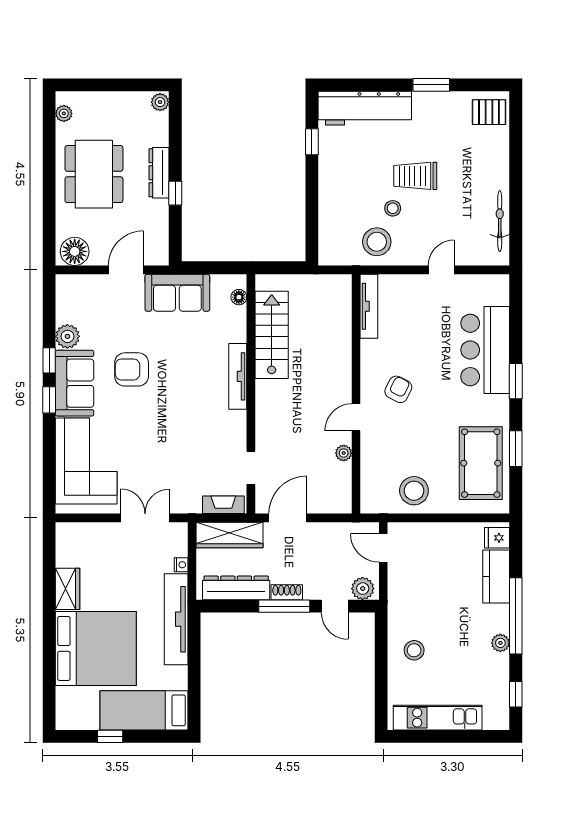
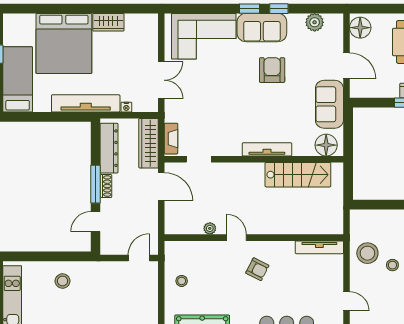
floor lamp: (239, 297) -> (326, 145), width x1.89, depth x1.89
plant: (67, 336) -> (315, 22), moved
stool: (414, 491) -> (182, 281), width x0.53, depth x0.53
plant: (363, 589) -> (109, 243), removed

